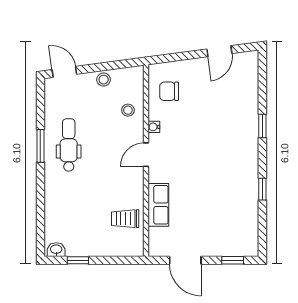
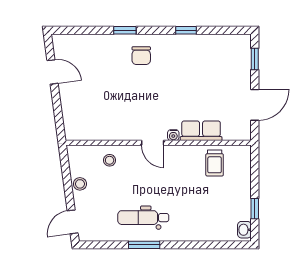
chair: (169, 91) -> (141, 56), moved
water cooler: (154, 127) -> (173, 135), moved

